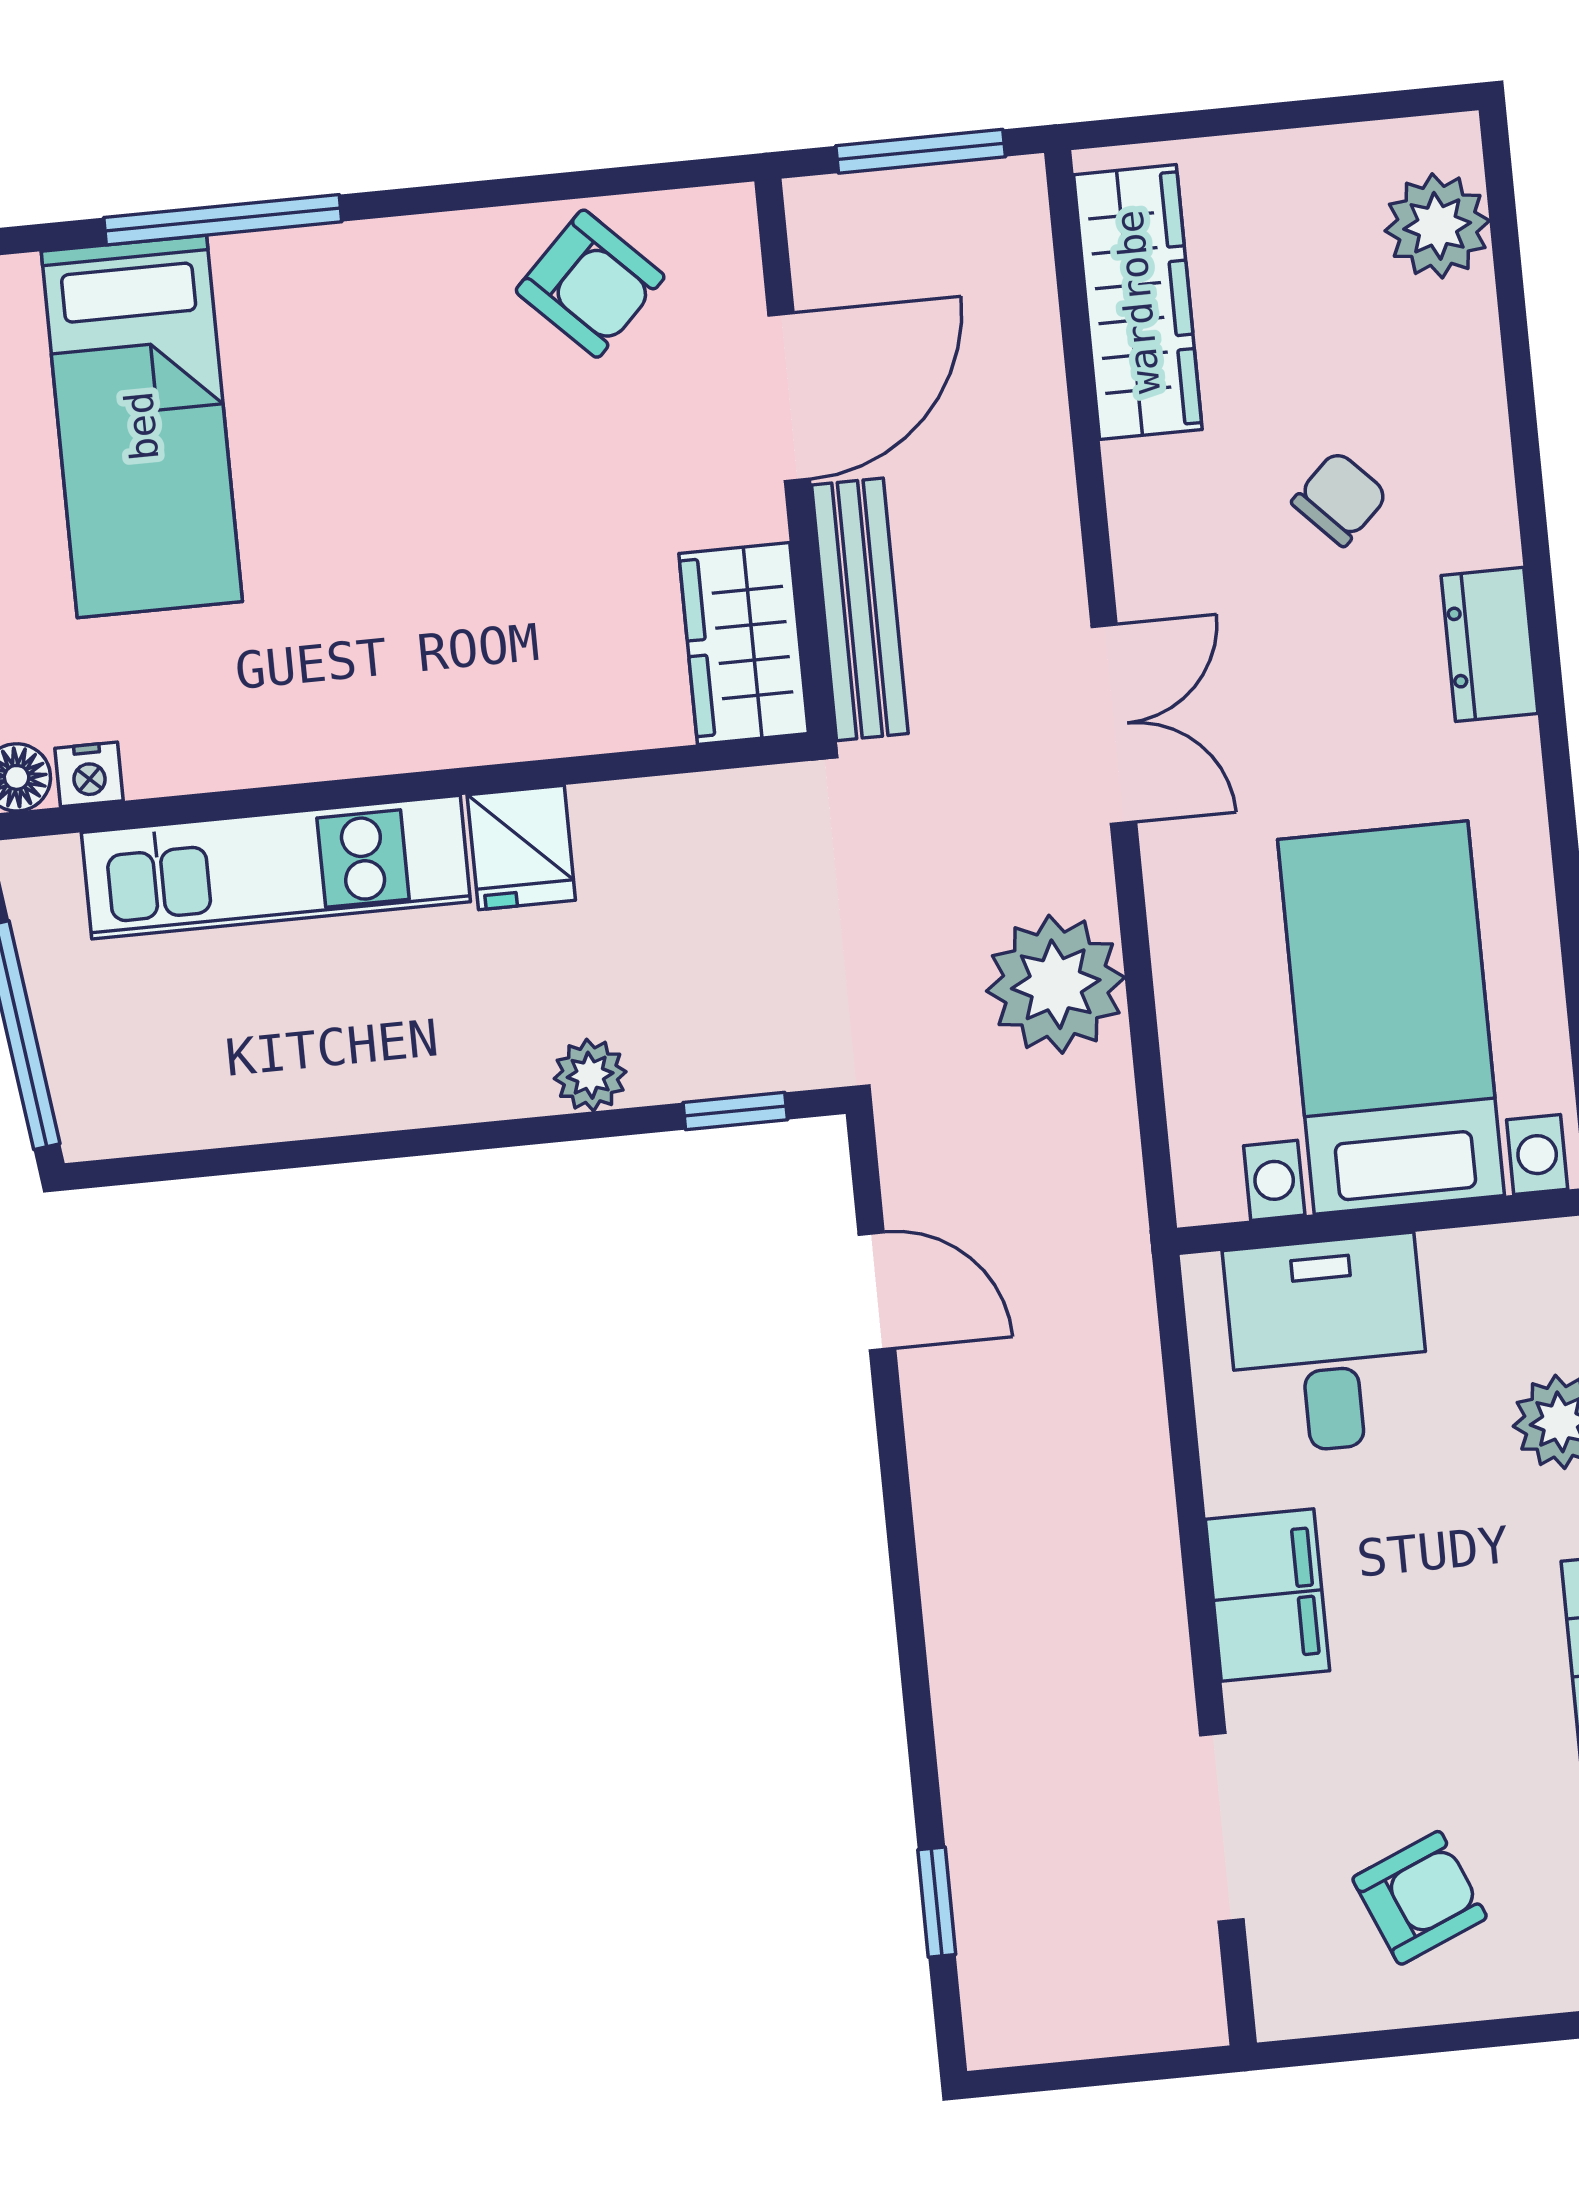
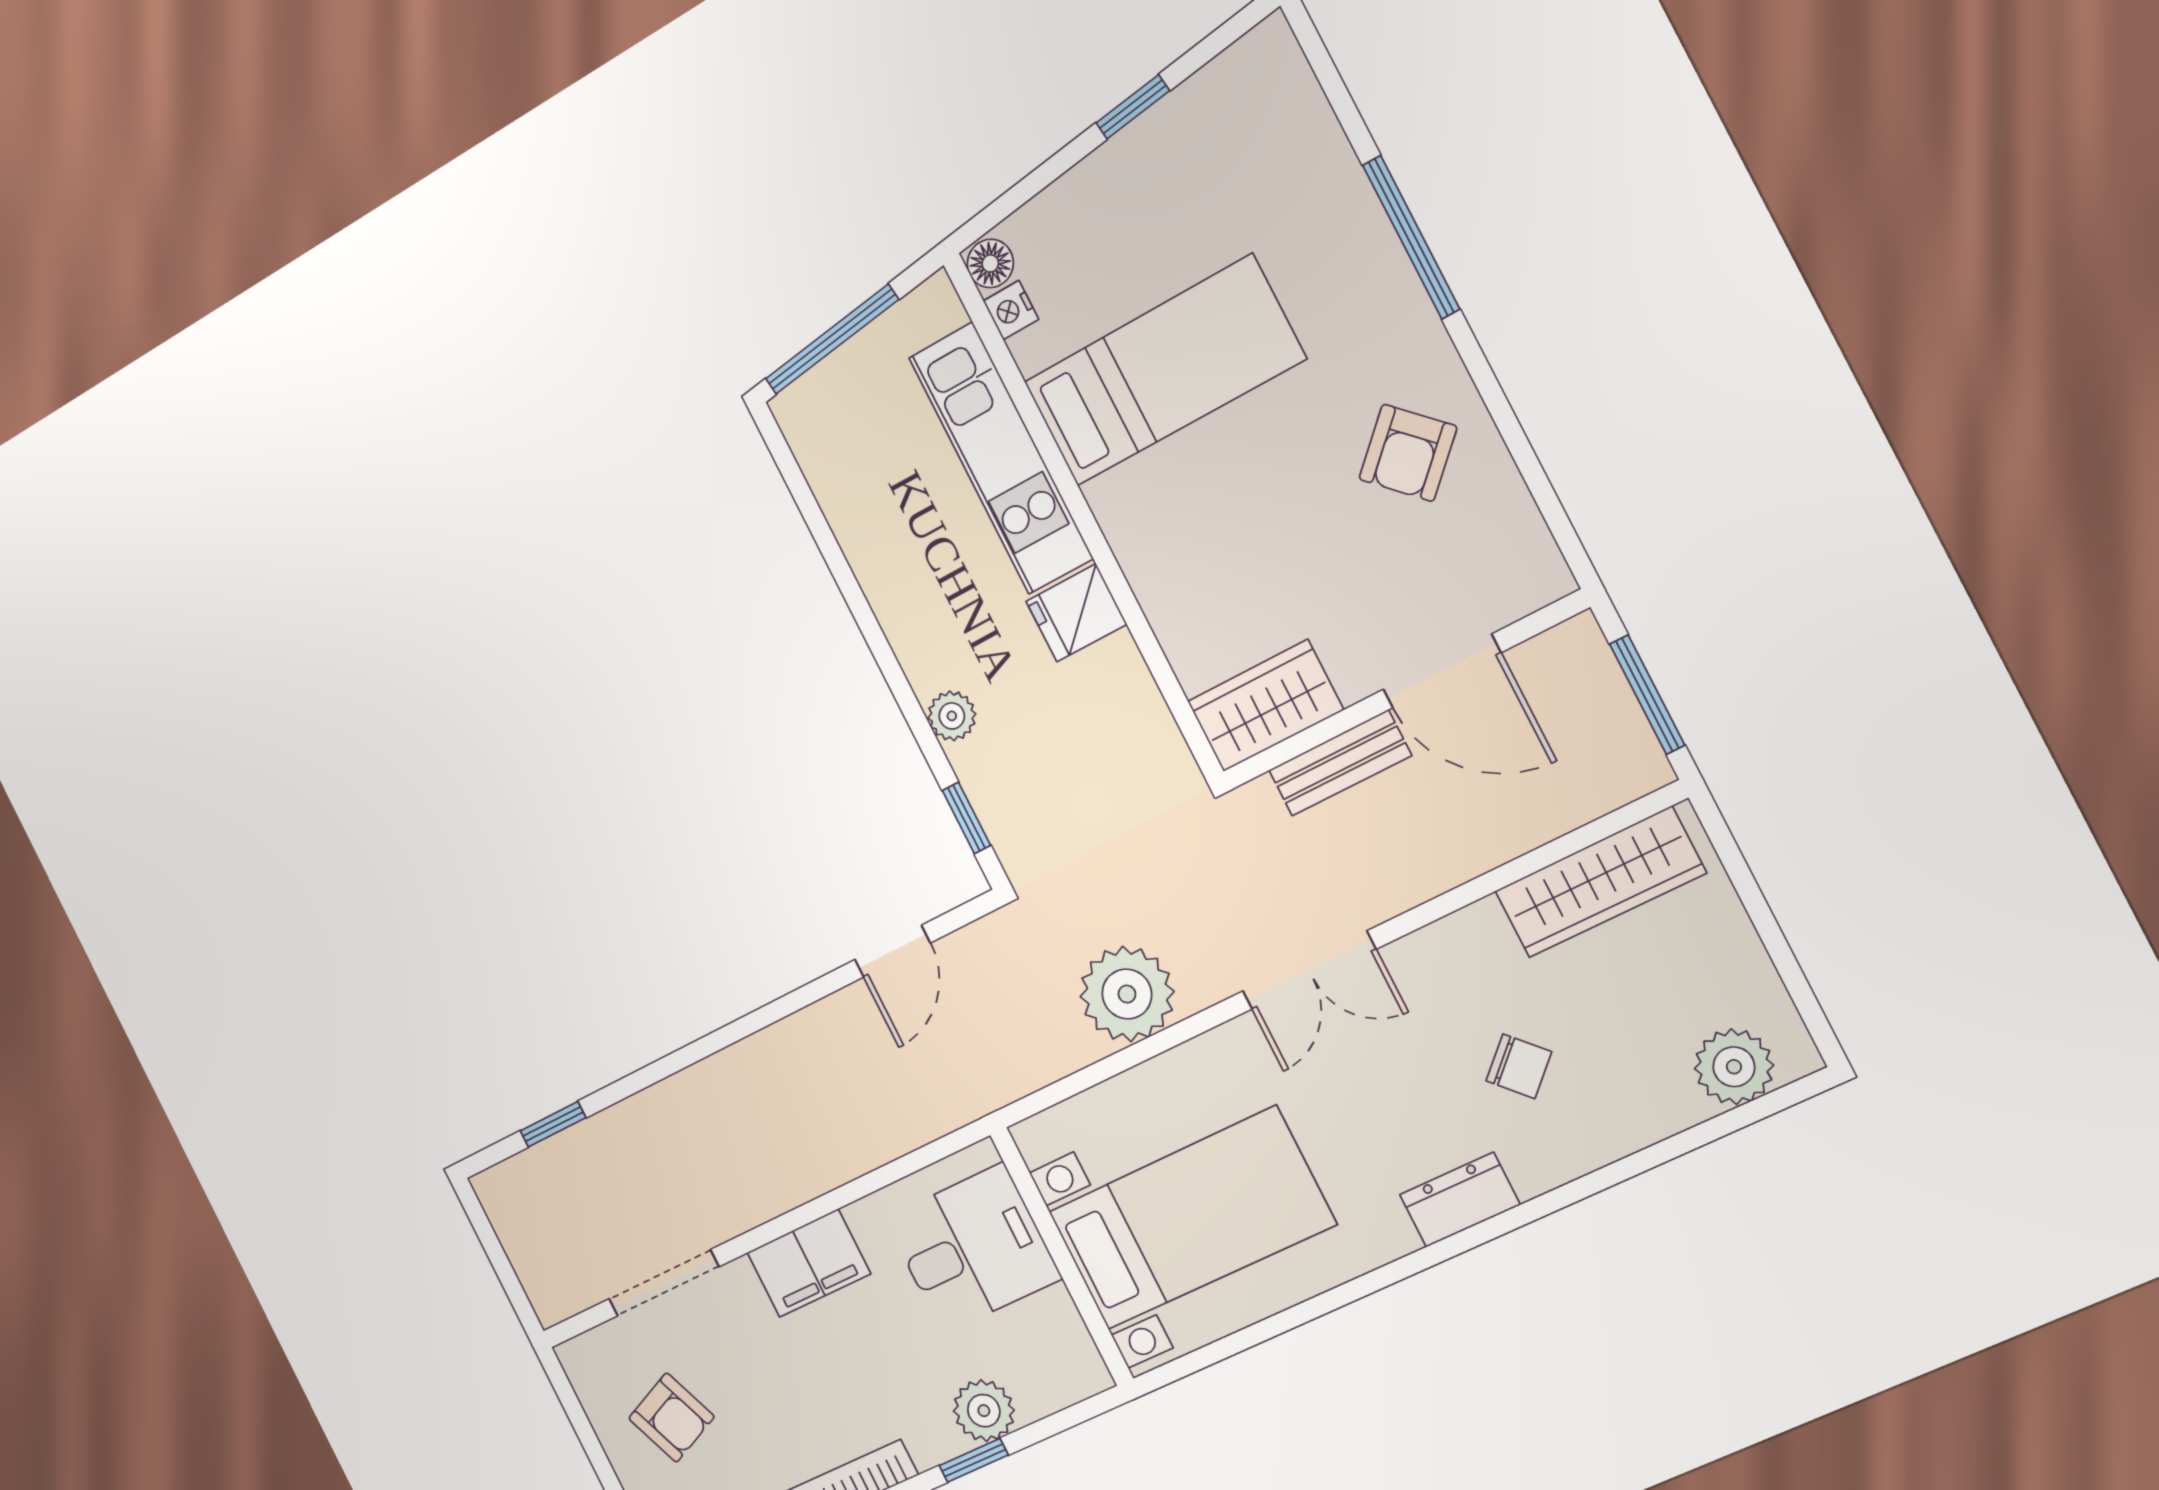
armchair: (590, 284) -> (1408, 453), moved
bed: (142, 426) -> (1164, 371), moved, turned 180
bench: (860, 609) -> (1340, 763), width x0.73

